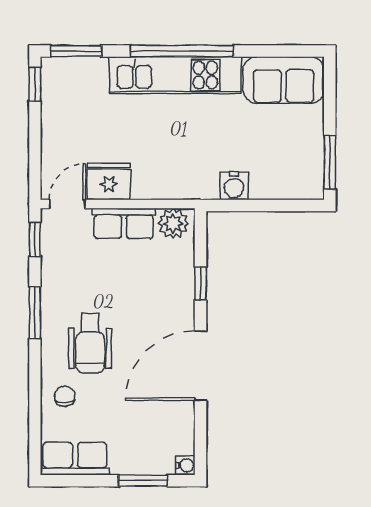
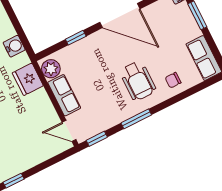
fridge: (109, 181) -> (28, 79), moved
wheelchair: (90, 343) -> (138, 81), turned 90

